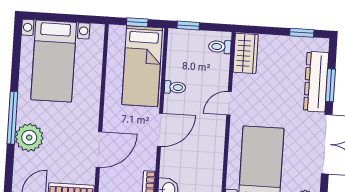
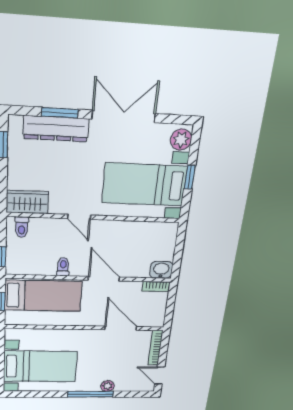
plant: (29, 138) -> (108, 386), width x0.53, depth x0.53

